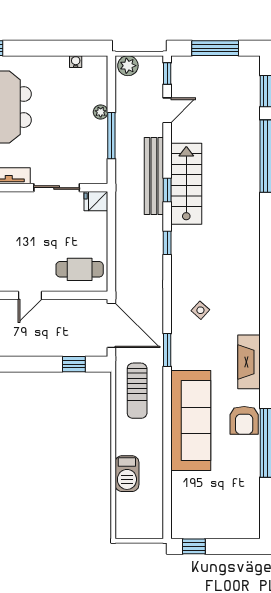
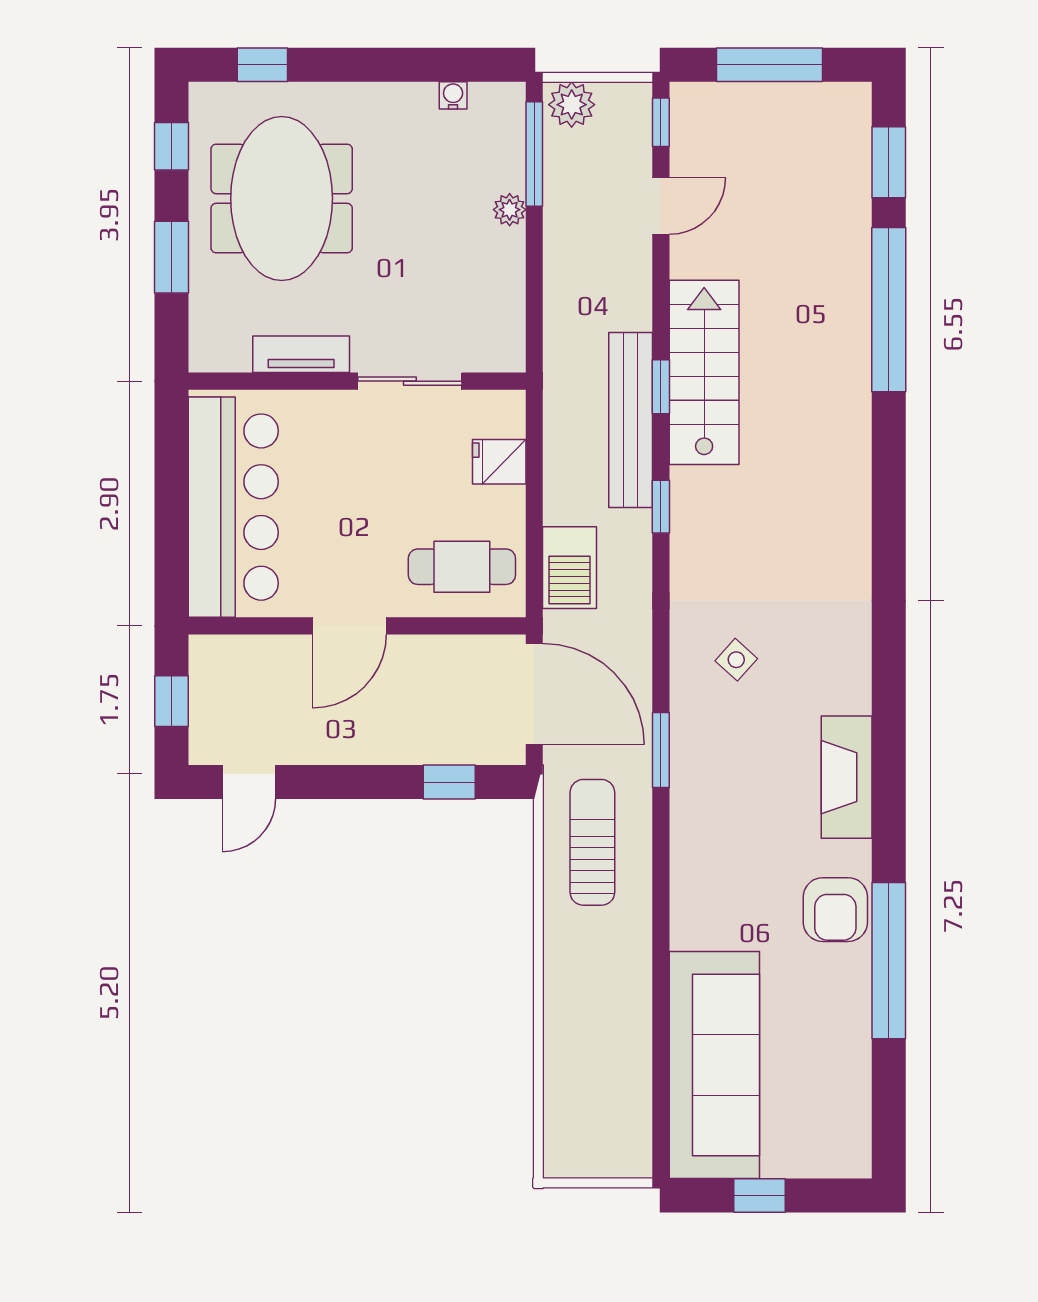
window: (111, 136) -> (534, 154), moved
bench: (154, 176) -> (631, 420), moved
fridge: (96, 201) -> (499, 462), moved
door: (30, 295) -> (349, 626), width x1.38
sun lounger: (137, 391) -> (592, 842), turned 180
sofa: (191, 421) -> (714, 1065), moved
barbecue: (127, 474) -> (569, 568), moved
window: (194, 546) -> (759, 1195), moved

